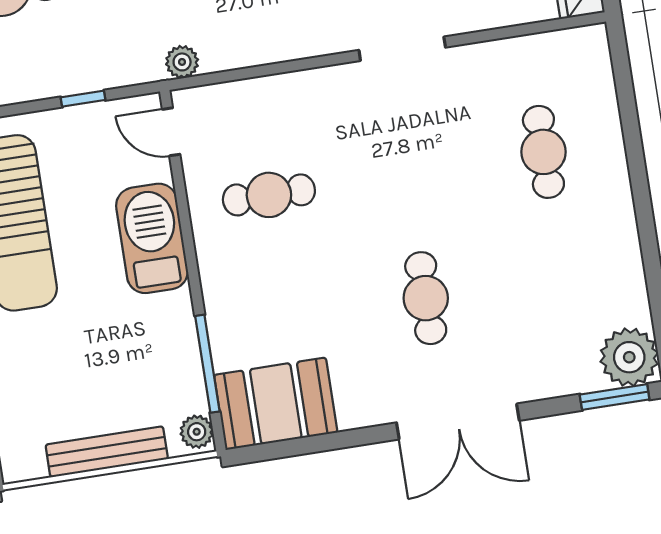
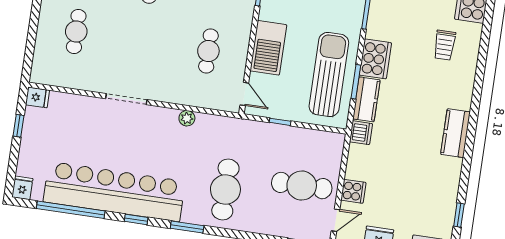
plant: (182, 62) -> (187, 118), moved
cafe table: (269, 195) -> (208, 51), turned 90

